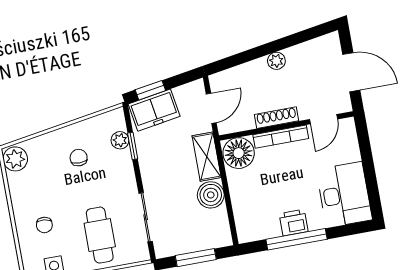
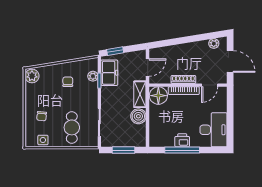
plant: (276, 61) -> (214, 43), moved
freezer: (154, 110) -> (109, 73), moved, turned -81

